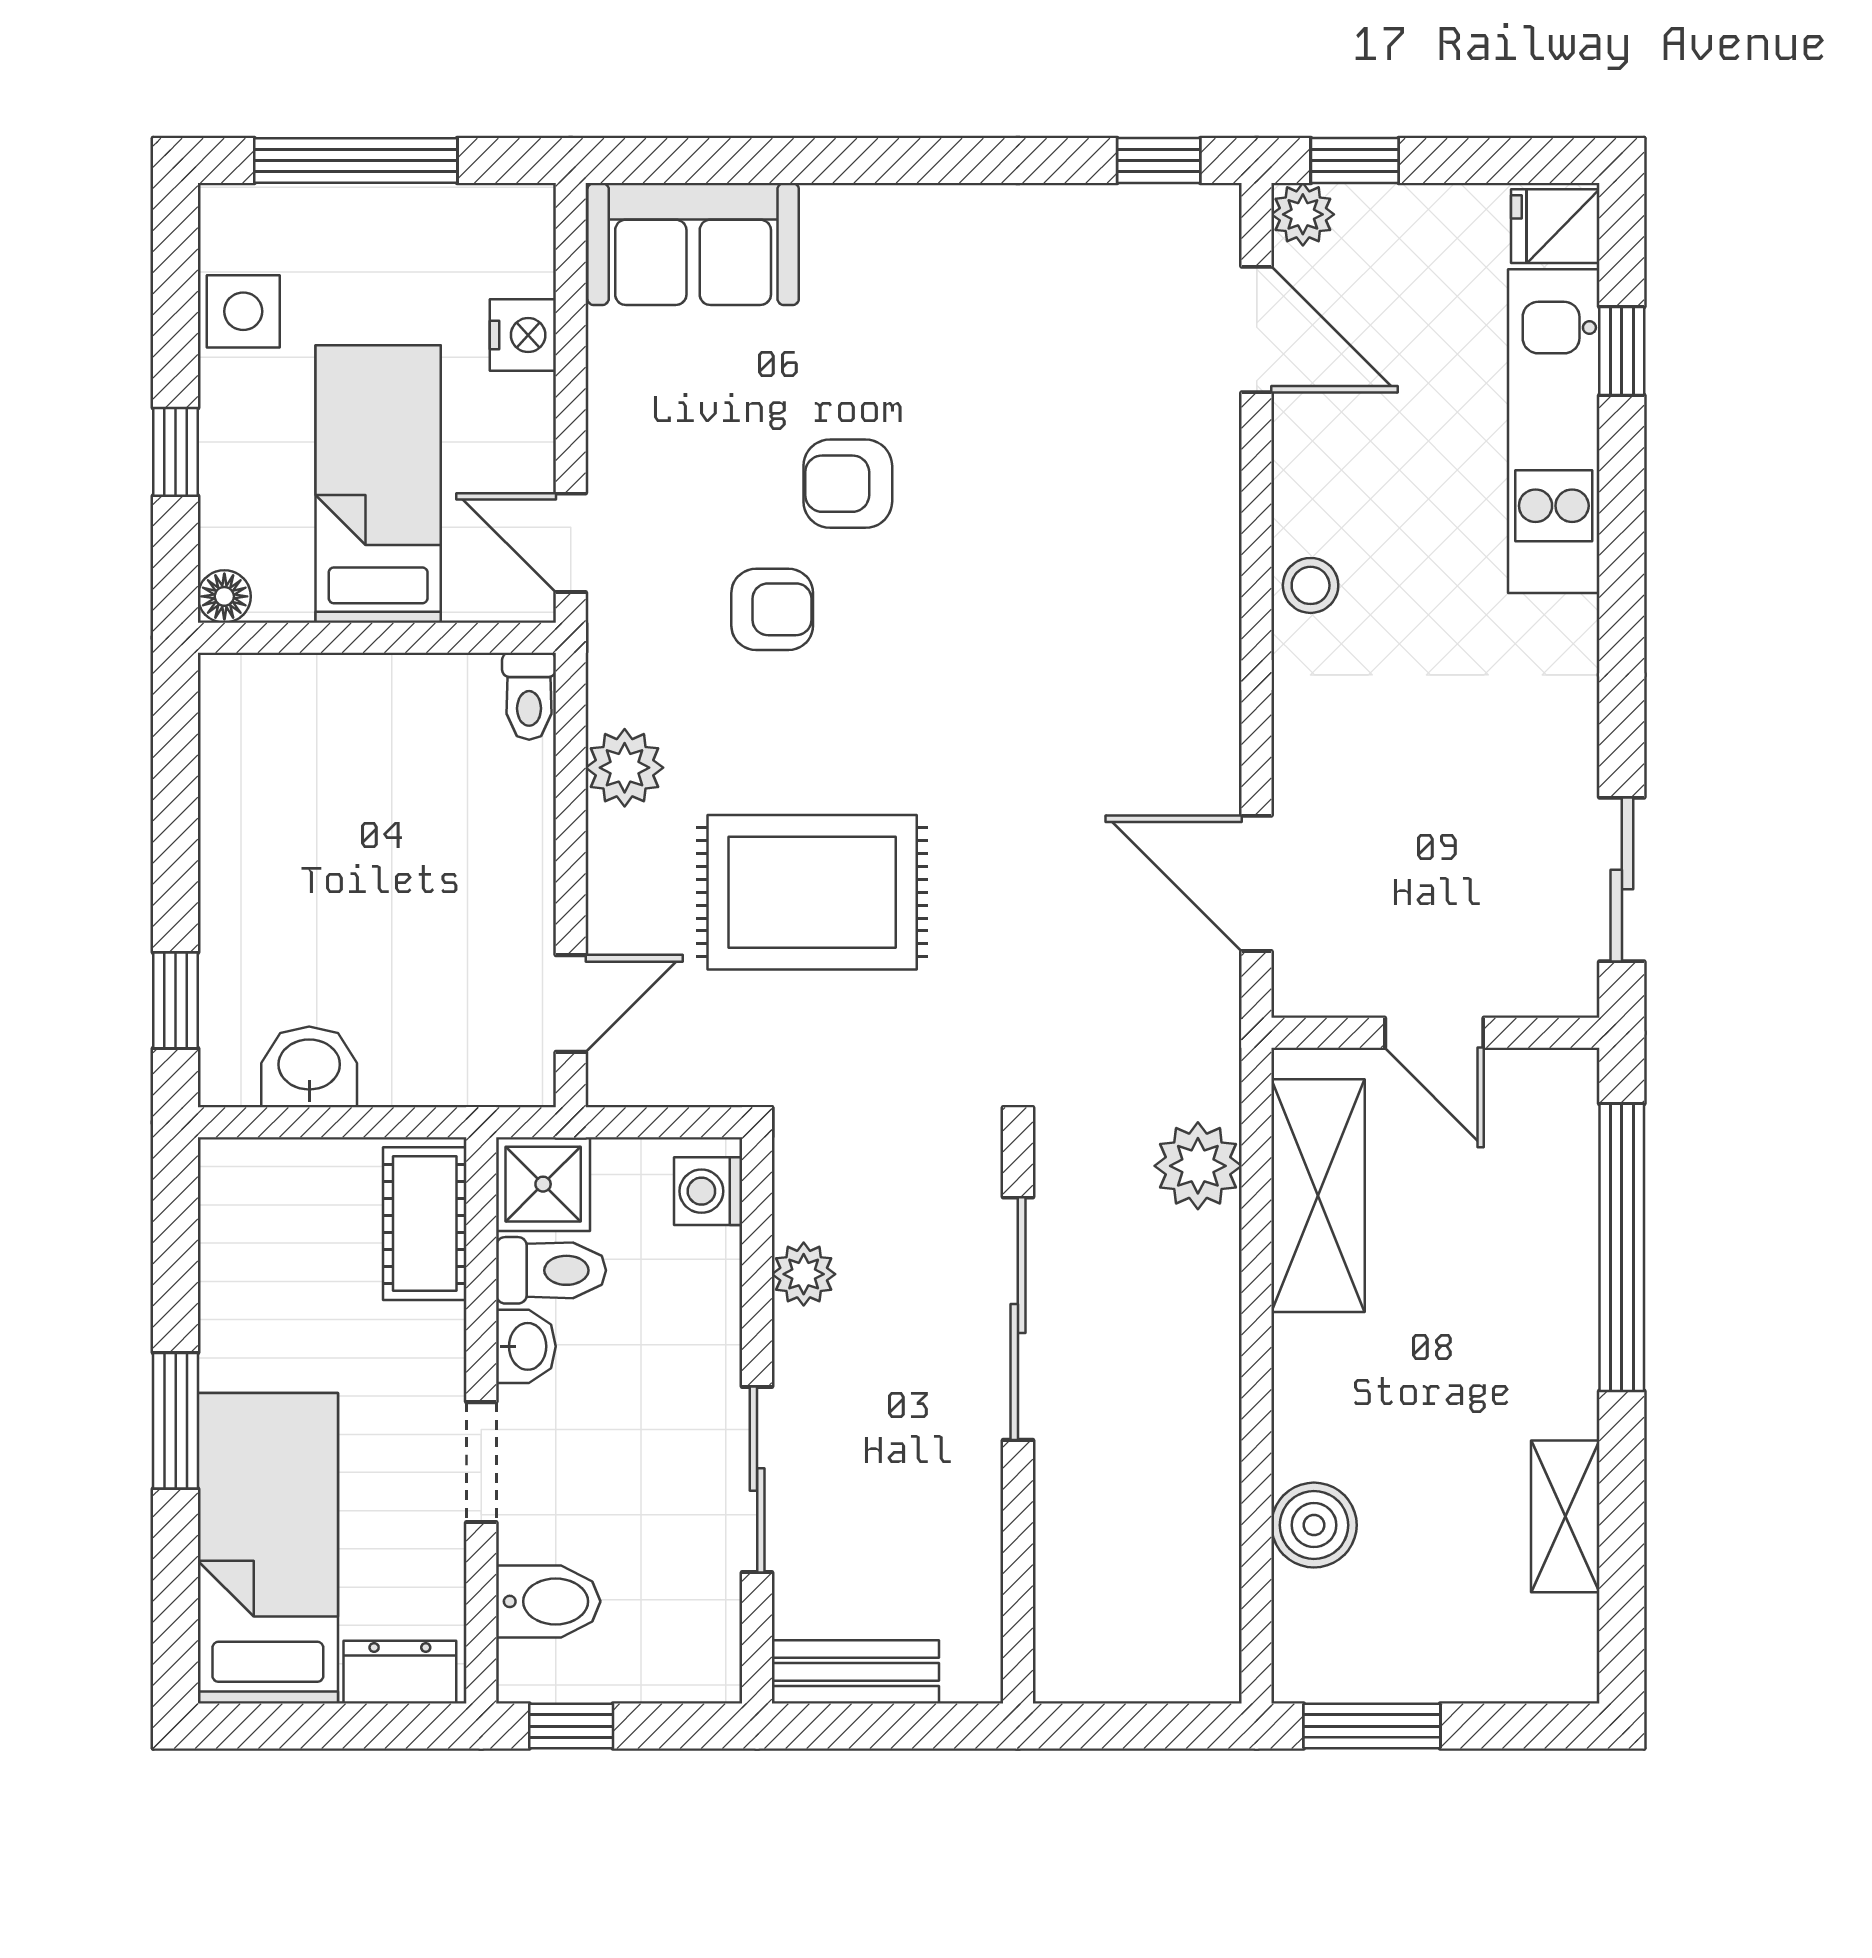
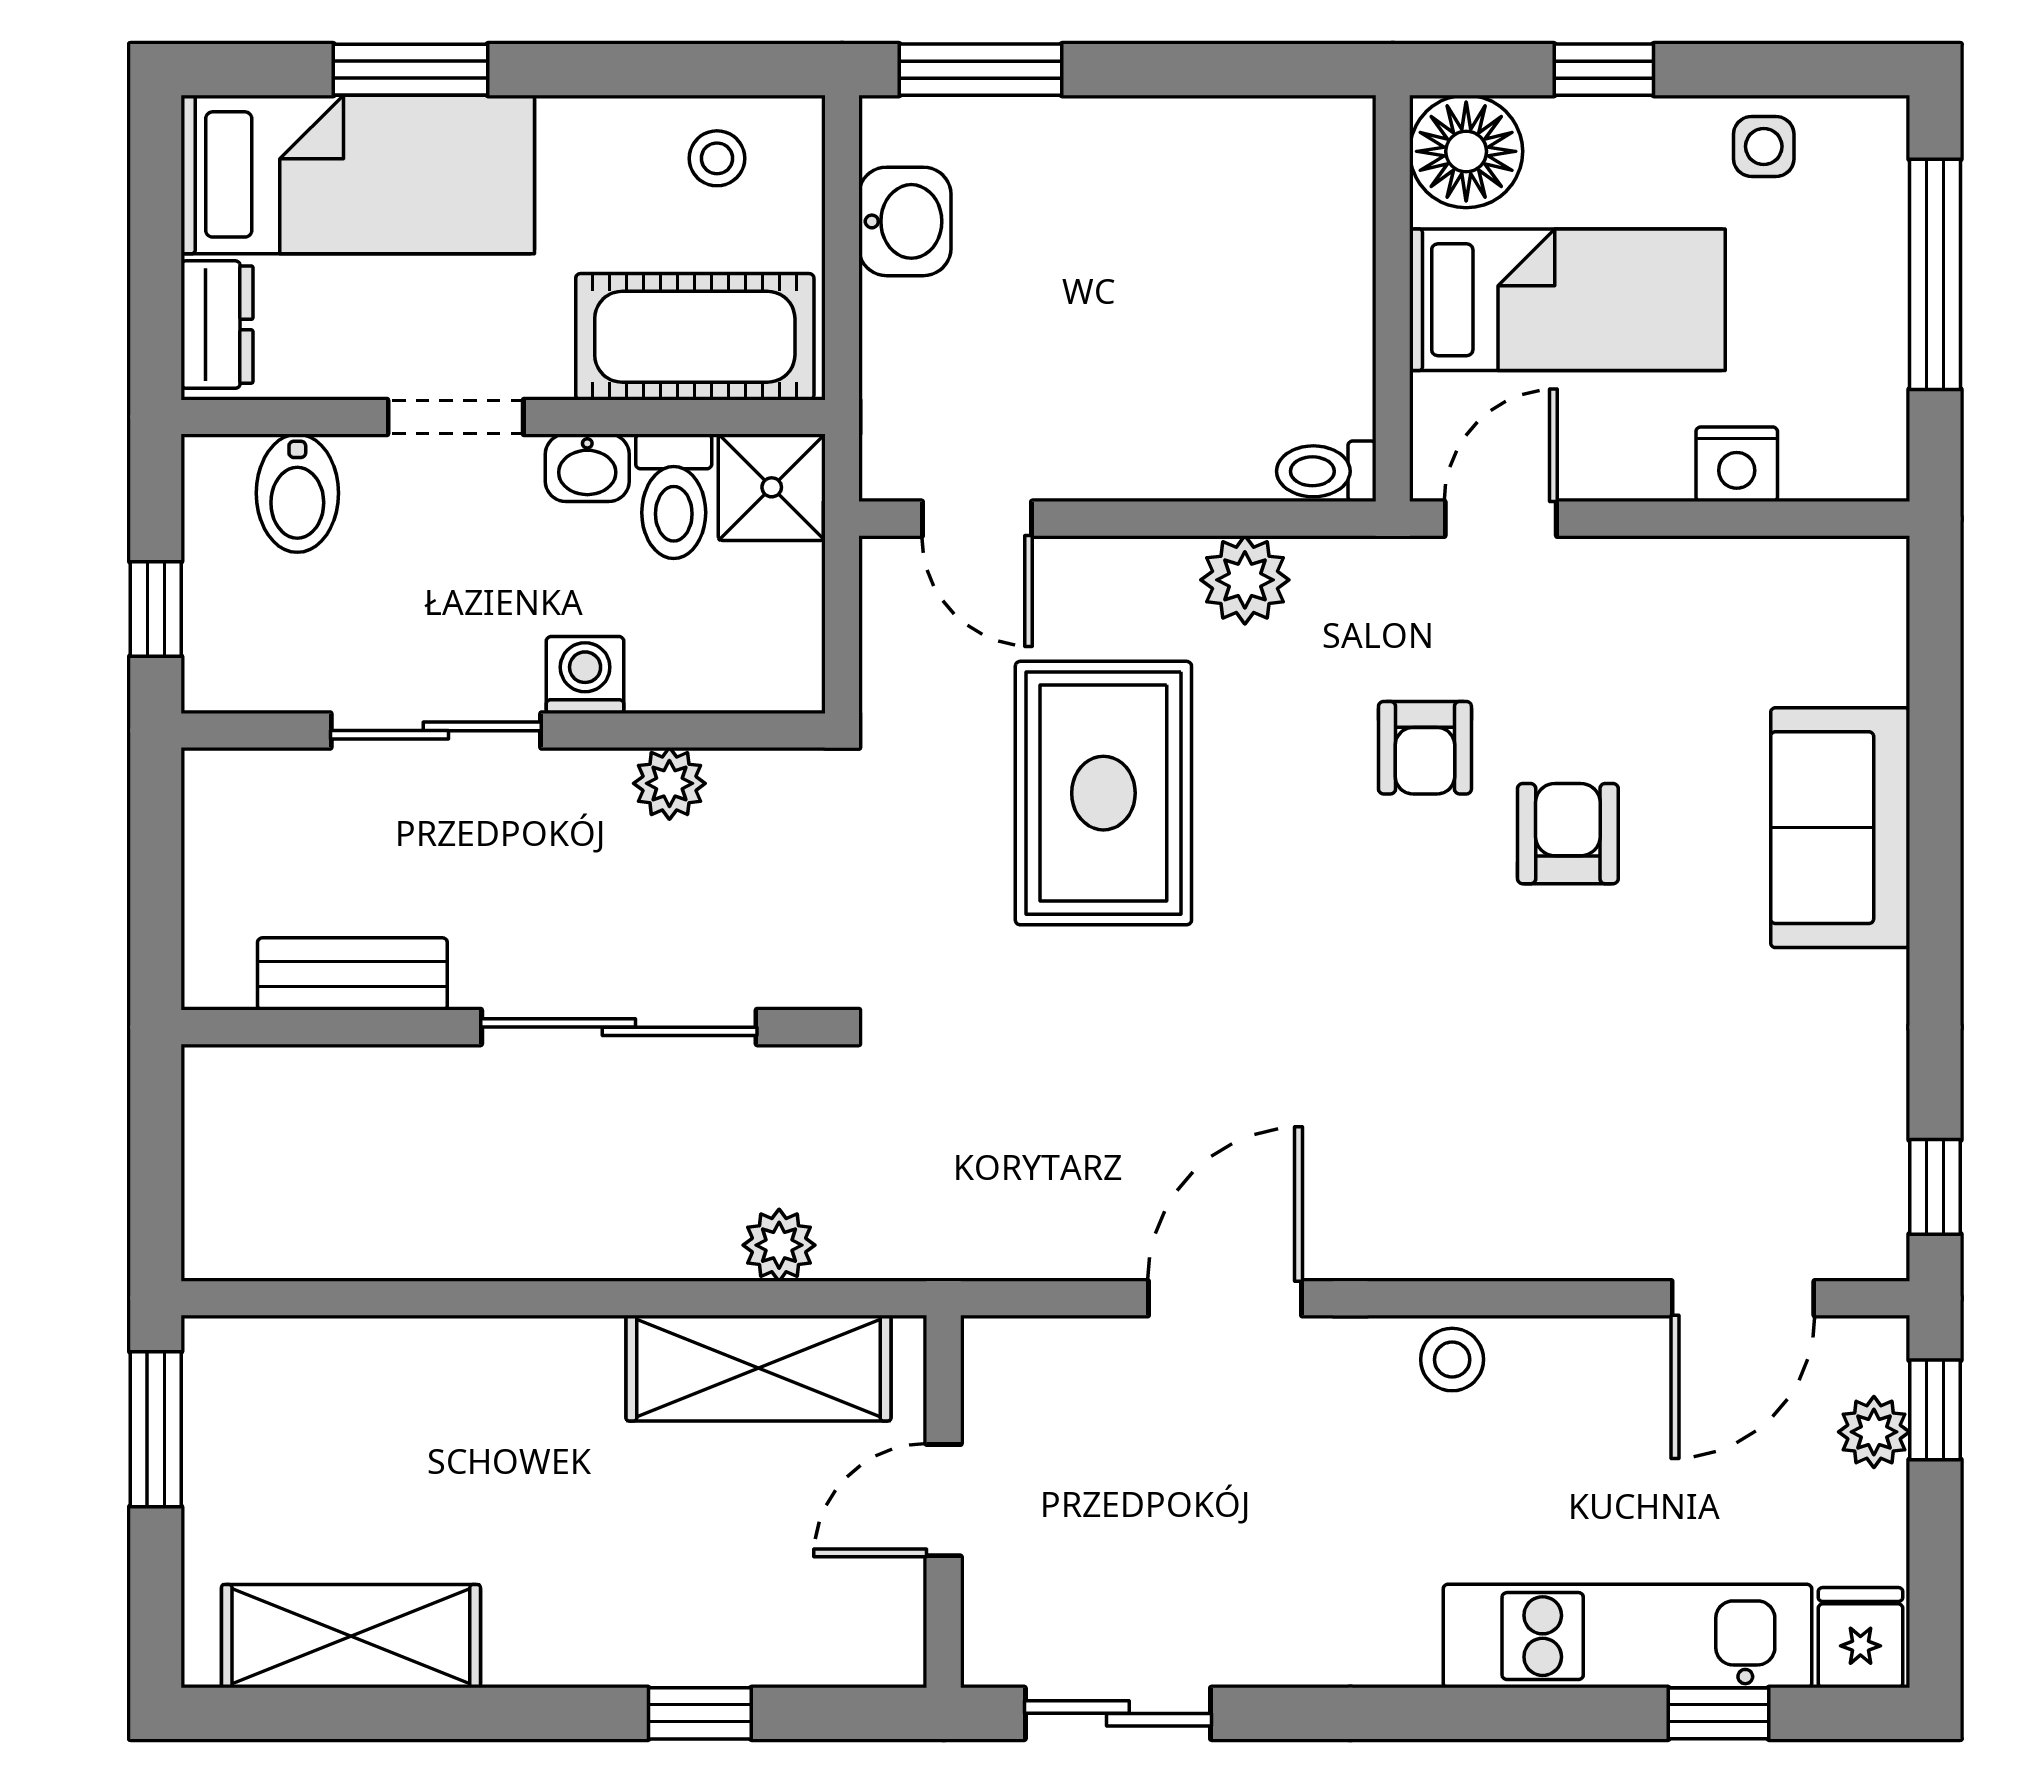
plant: (1303, 214) -> (1874, 1432), moved
sofa: (693, 244) -> (1840, 828), moved
side table: (243, 311) -> (1764, 146), width x0.73, depth x0.73
floor lamp: (224, 596) -> (1466, 151), width x1.89, depth x1.89
door: (1257, 883) -> (1225, 1298), moved
window: (176, 1000) -> (980, 70), width x1.50
plant: (1198, 1166) -> (779, 1245), width x0.73, depth x0.73
washing machine: (708, 1191) -> (585, 675), moved
cot: (425, 1224) -> (695, 337), width x1.37, depth x1.34
stool: (254, 1232) -> (717, 158), added
window: (1622, 1247) -> (700, 1713), width x0.32
window: (176, 1421) -> (411, 70), moved
shelving: (1565, 1516) -> (351, 1636), width x1.50, depth x1.33
boiler: (1314, 1525) -> (384, 1364), removed
bench: (855, 1672) -> (352, 974), moved, turned 90
window: (571, 1726) -> (156, 609), moved

